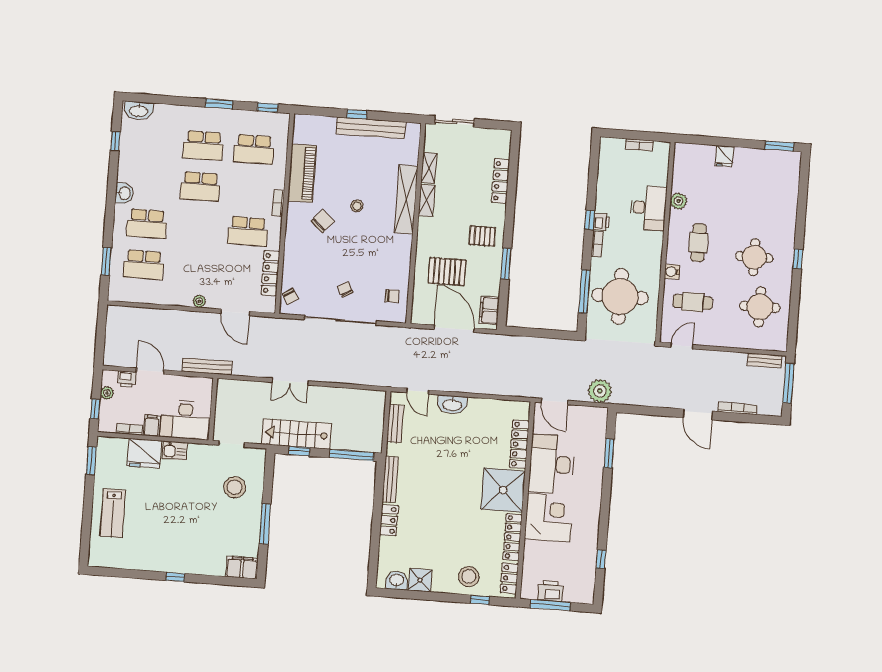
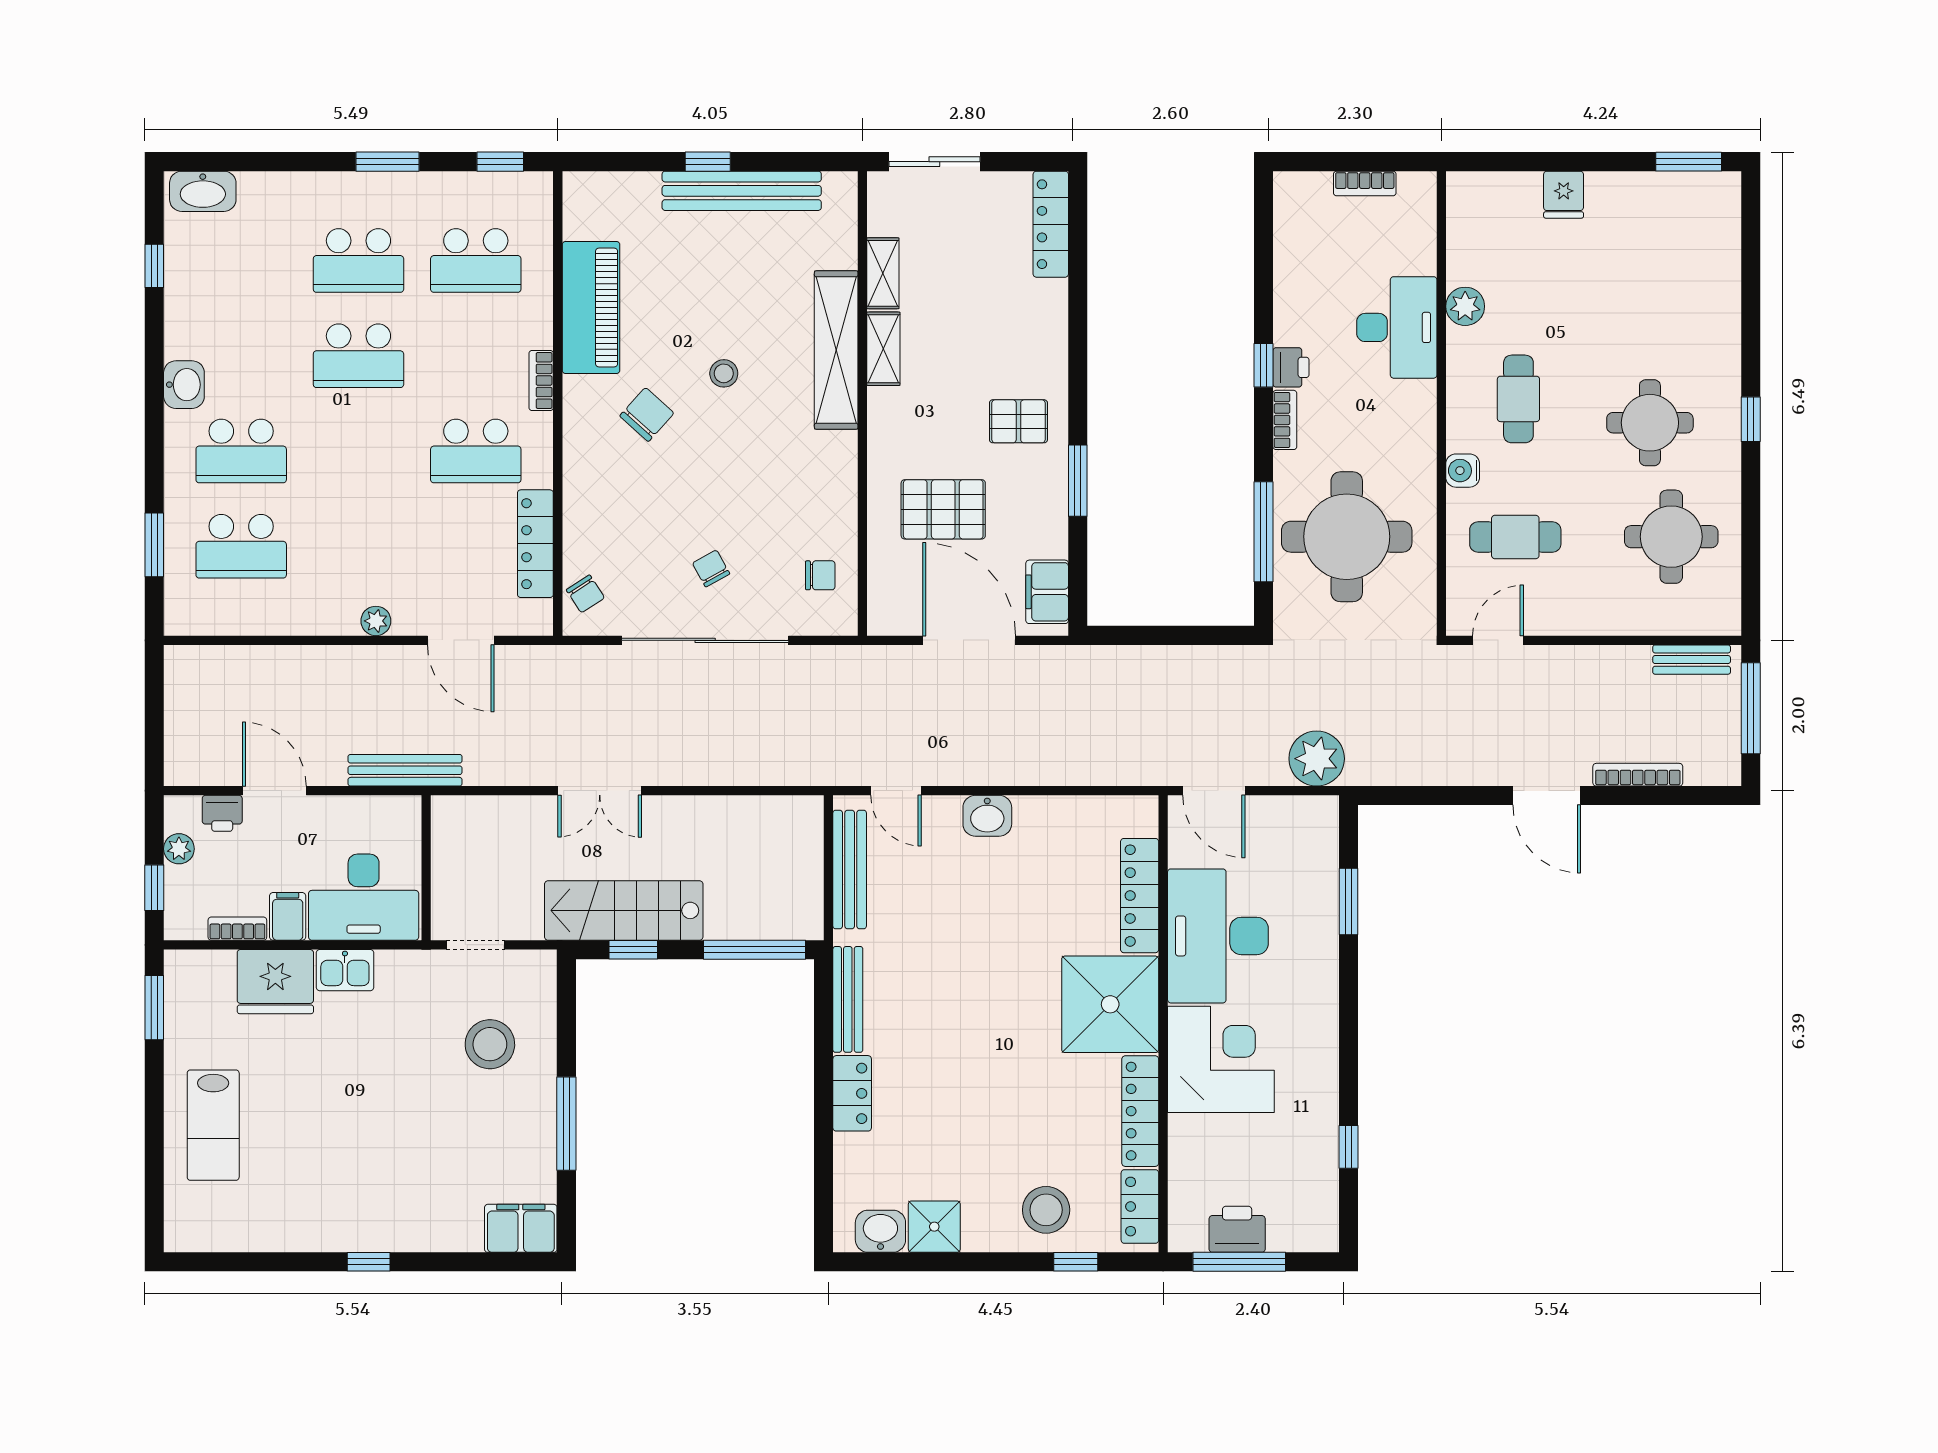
locker: (501, 181) -> (1051, 224), moved
washbasin: (452, 405) -> (987, 816), width x0.72
bench: (395, 424) -> (850, 869), width x1.36

